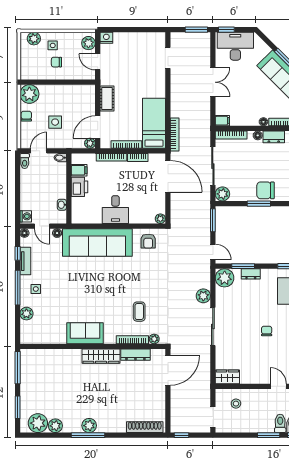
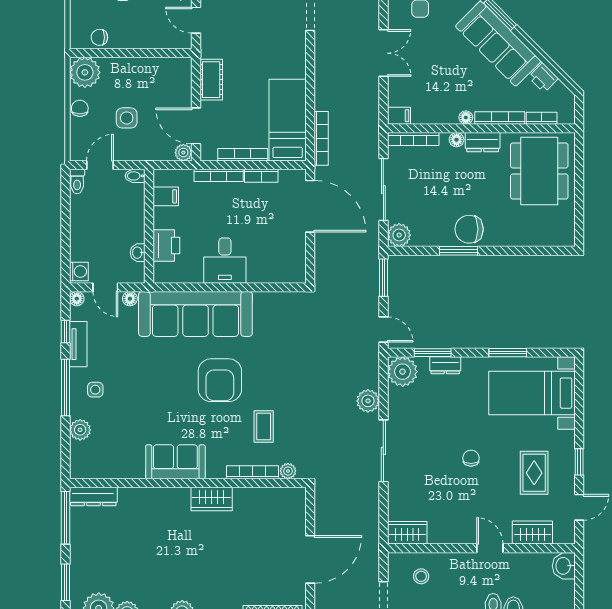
chair: (56, 62) -> (99, 37), moved
door: (98, 127) -> (196, 126), hinge flipped
printer: (79, 187) -> (166, 246), moved
plant: (160, 219) -> (298, 275), removed
armchair: (148, 241) -> (220, 380), moved, width x1.88, depth x1.88
dresser: (135, 355) -> (93, 496), moved
wardrobe: (101, 356) -> (212, 499), width x0.67
door: (168, 371) -> (310, 559), moved

